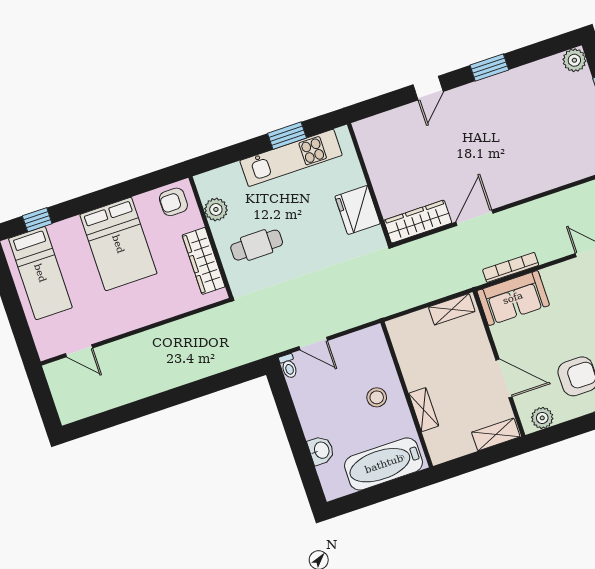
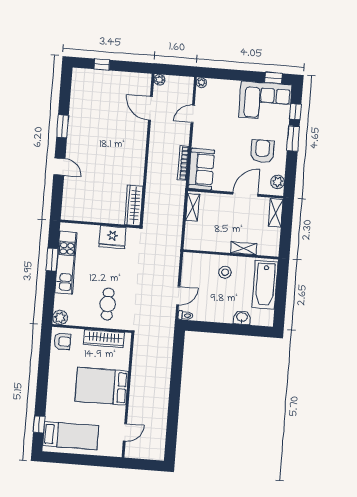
plant: (574, 60) -> (79, 75), removed
armchair: (173, 202) -> (62, 341), turned -90
plant: (216, 209) -> (60, 317), moved
door: (474, 218) -> (150, 108), moved
bed: (118, 244) -> (102, 386), moved, turned 180

